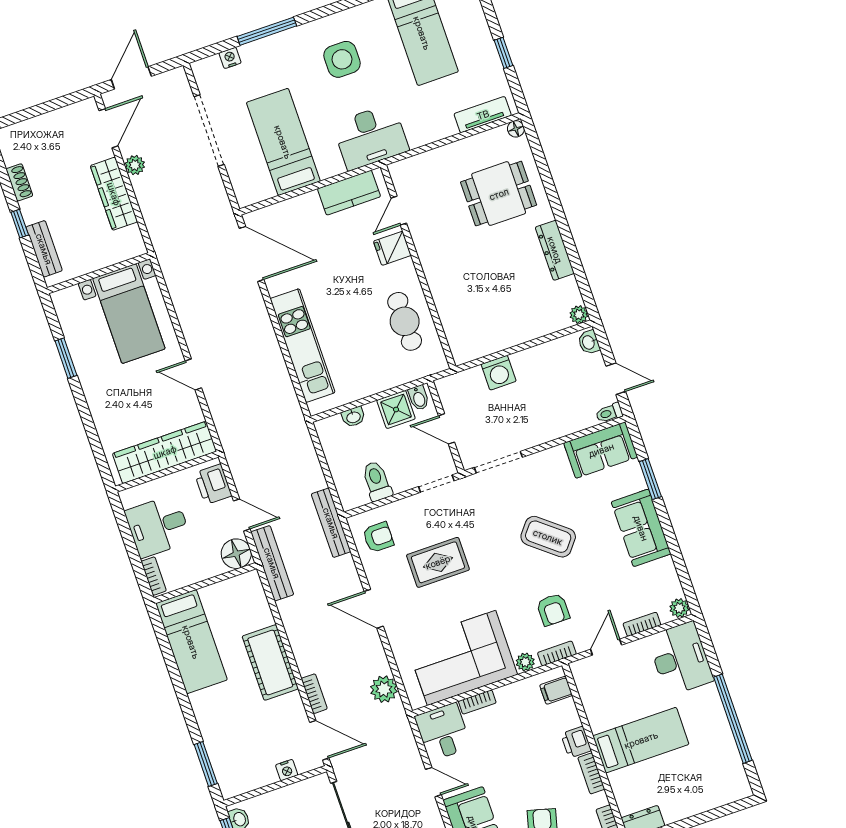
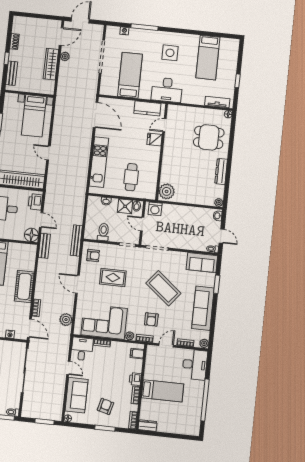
cafe table: (405, 321) -> (131, 177), moved
plant: (465, 341) -> (167, 191), added
washing machine: (499, 373) -> (155, 209), moved
sofa: (641, 528) -> (203, 308), width x1.36
coffee table: (548, 537) -> (163, 288), width x1.36, depth x1.32
bench: (272, 563) -> (44, 246), width x0.73

